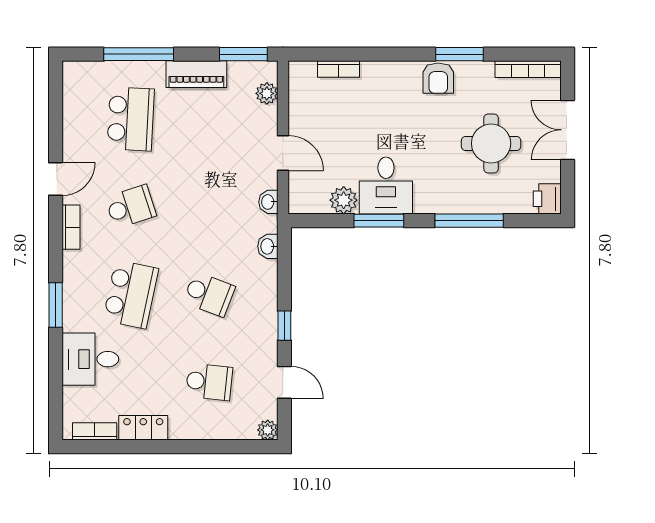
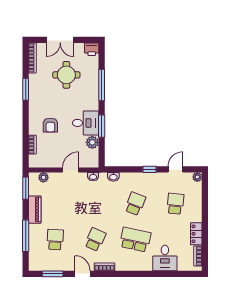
armchair: (438, 78) -> (50, 125), moved, turned 90
school desk: (131, 119) -> (55, 240), width x0.54
school desk: (131, 207) -> (95, 240), turned 42
window: (56, 305) -> (53, 274), moved

